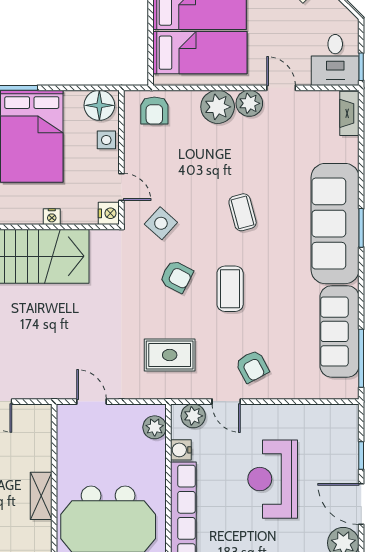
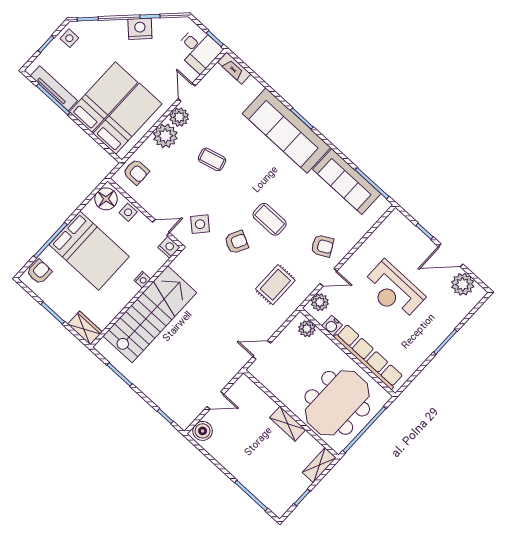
door: (281, 88) -> (187, 92), hinge flipped
coffee table: (243, 212) -> (212, 159), moved

